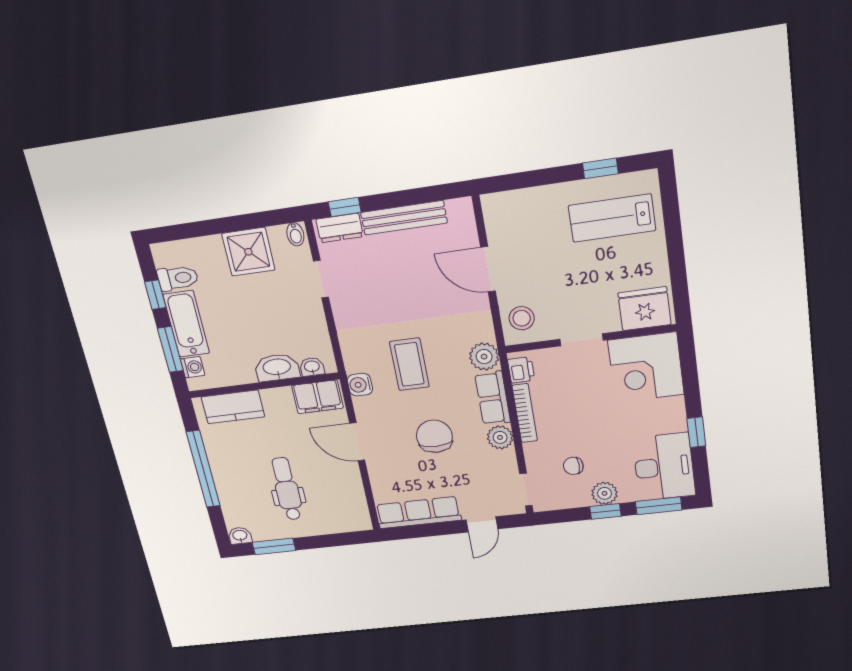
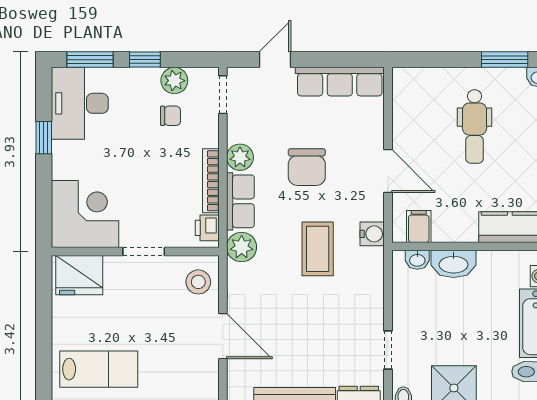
filing cabinet: (317, 397) -> (419, 226), width x0.50
plant: (604, 493) -> (174, 81), moved

